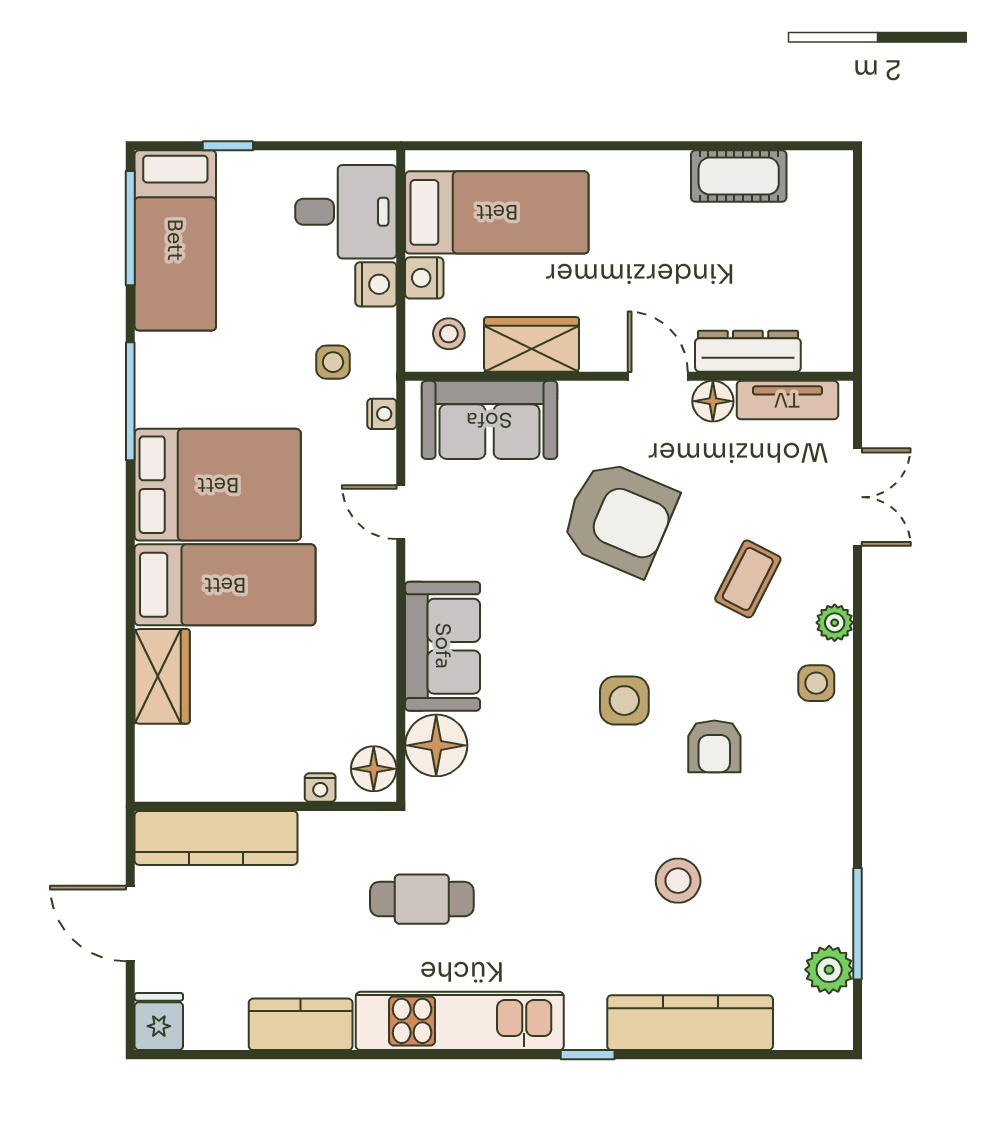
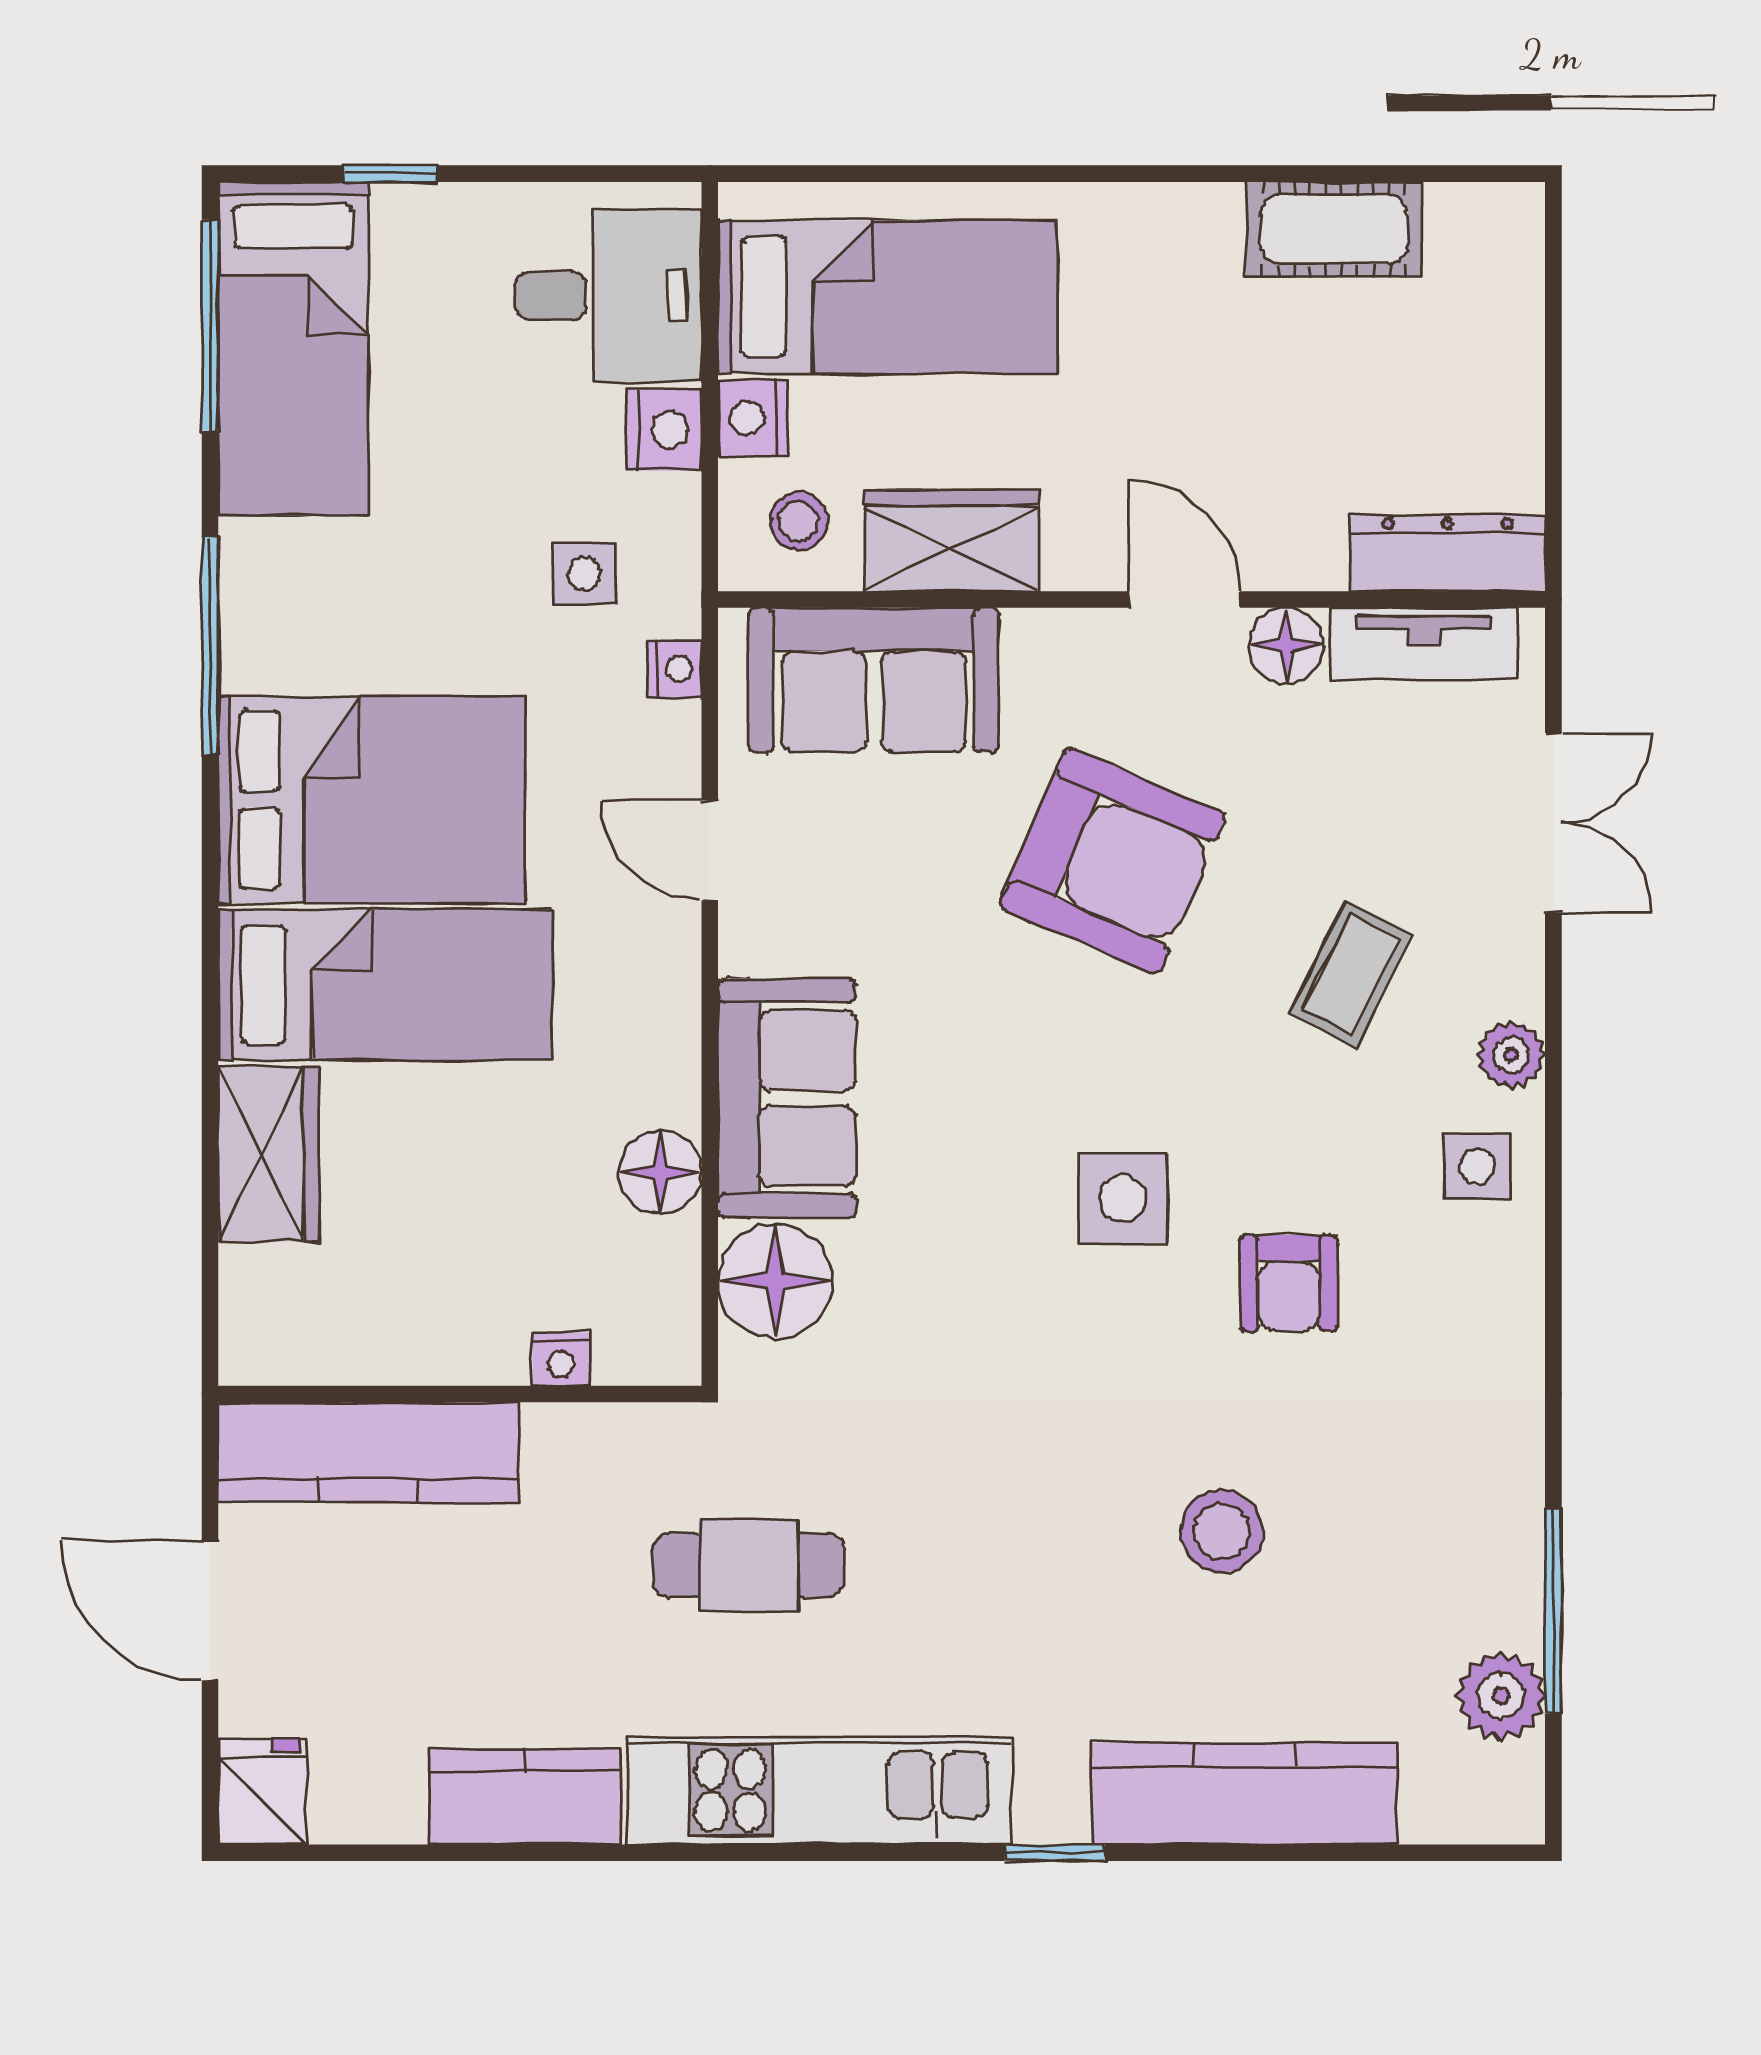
dresser: (748, 351) -> (1448, 553), moved
floor lamp: (374, 769) -> (660, 1172), moved

